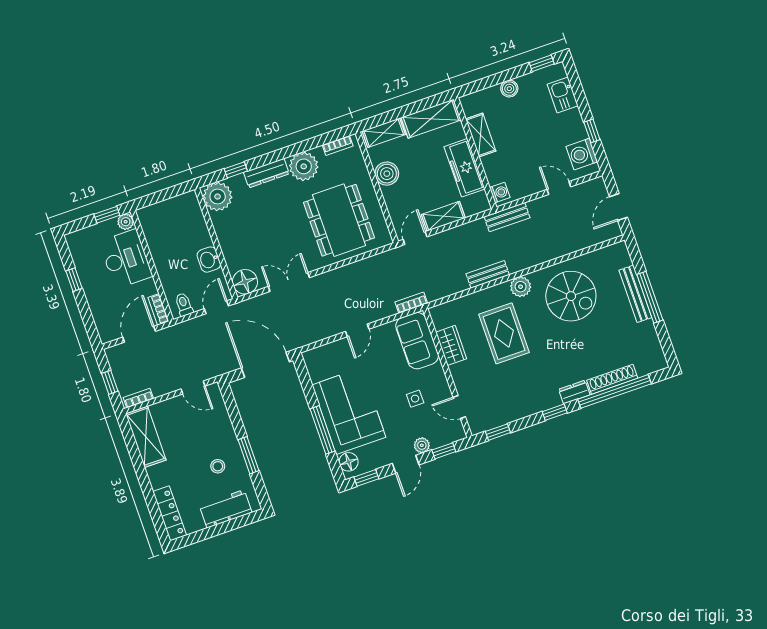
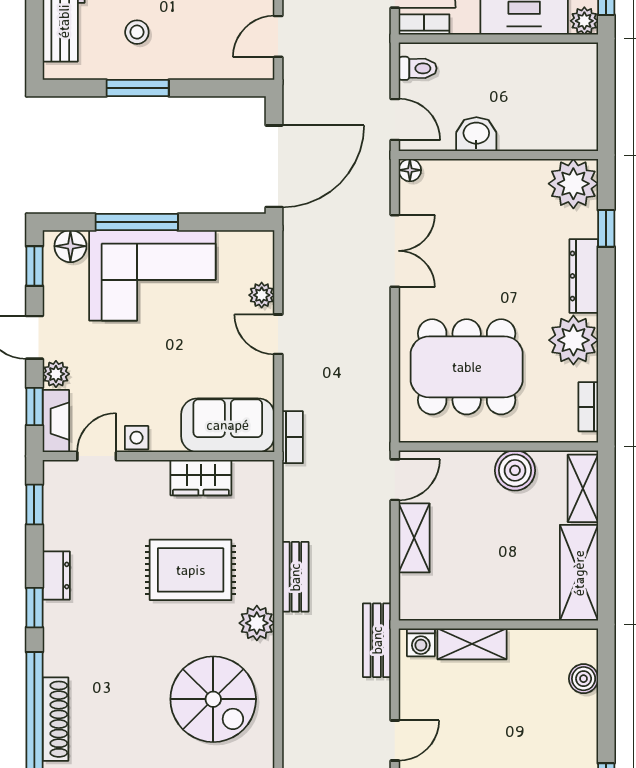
boiler: (509, 89) -> (584, 679), moved
shelving: (481, 135) -> (472, 644), moved
freezer: (464, 168) -> (481, 599), removed
door: (415, 238) -> (395, 480), hinge flipped
floor lamp: (245, 282) -> (410, 170), width x0.53, depth x0.53
spiral stairs: (571, 296) -> (213, 699), turned -90
plant: (339, 347) -> (262, 295), added
dresser: (574, 392) -> (56, 576), moved
side table: (415, 399) -> (137, 438), moved
fireplace: (448, 436) -> (56, 421), added

